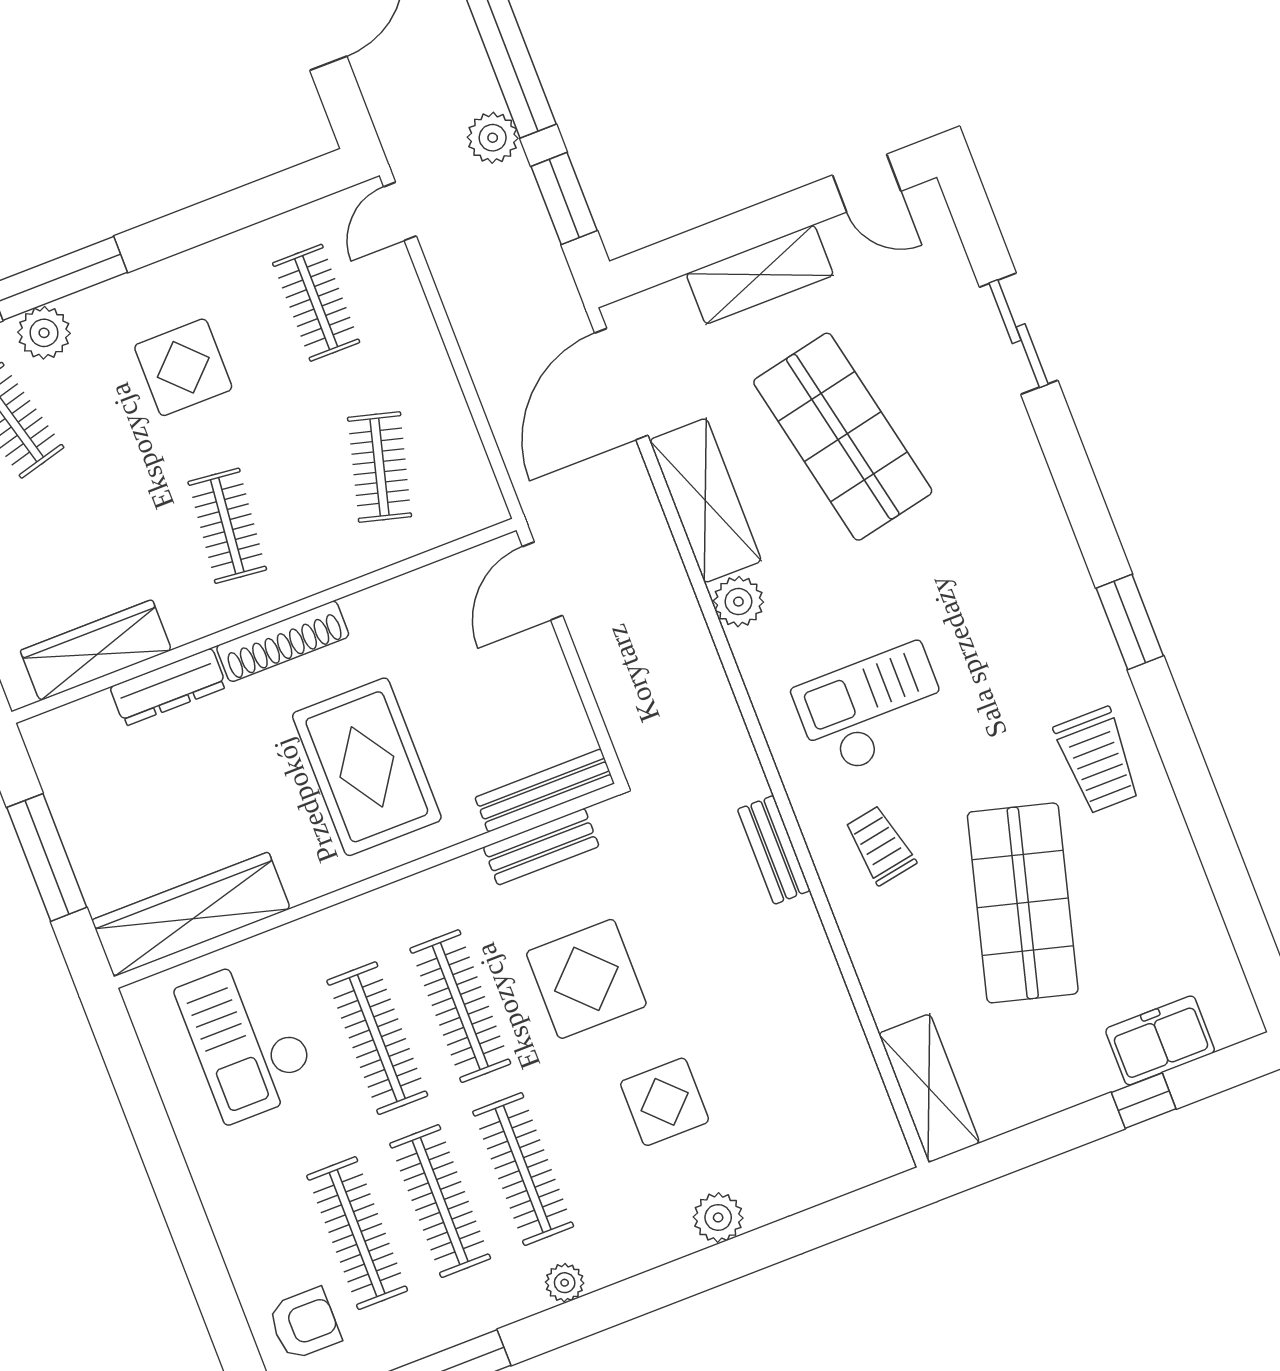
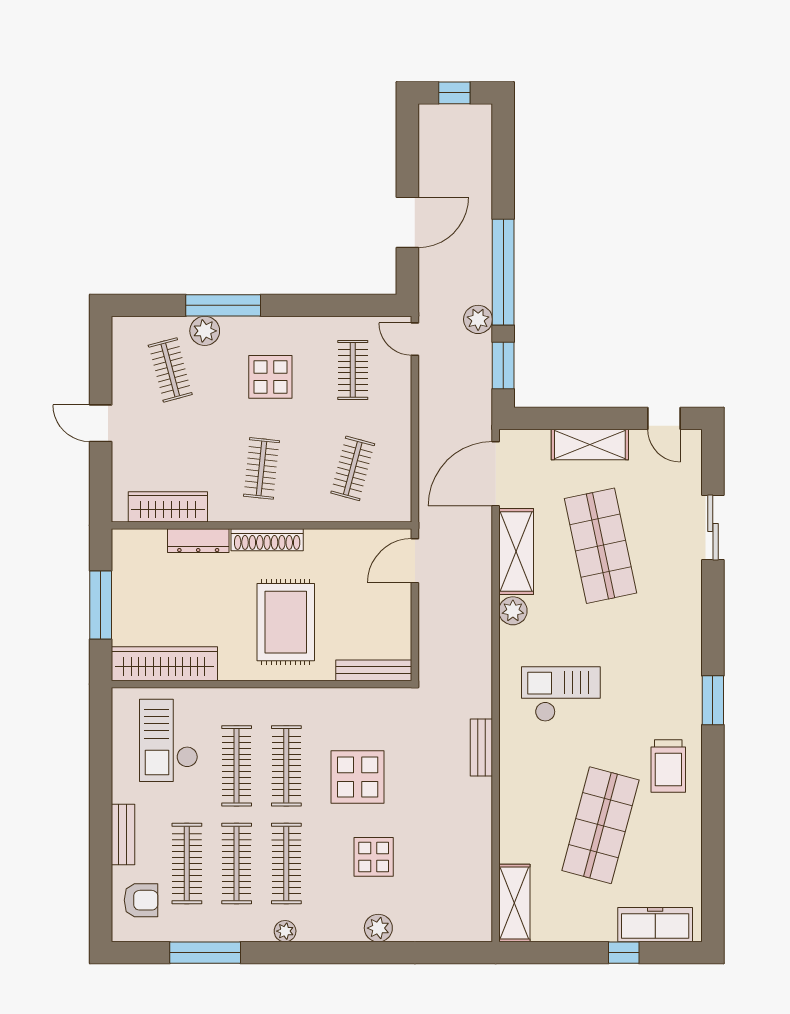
door: (400, 211) -> (415, 339), hinge flipped
trolley: (880, 845) -> (538, 766), removed
bench: (541, 847) -> (123, 834), moved, turned 90
freezer: (1160, 1040) -> (655, 925), width x1.40

